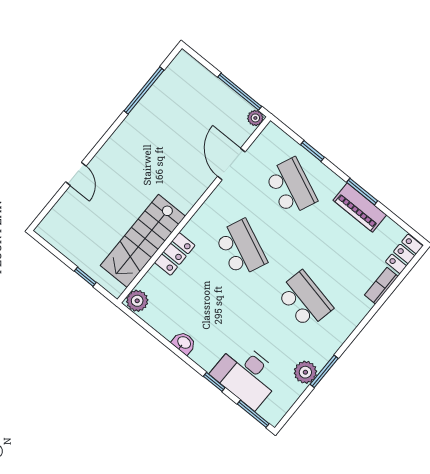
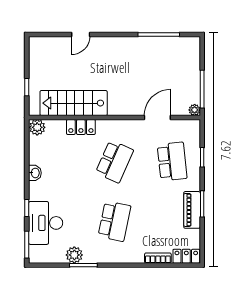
school desk: (291, 187) -> (172, 162), turned -30

